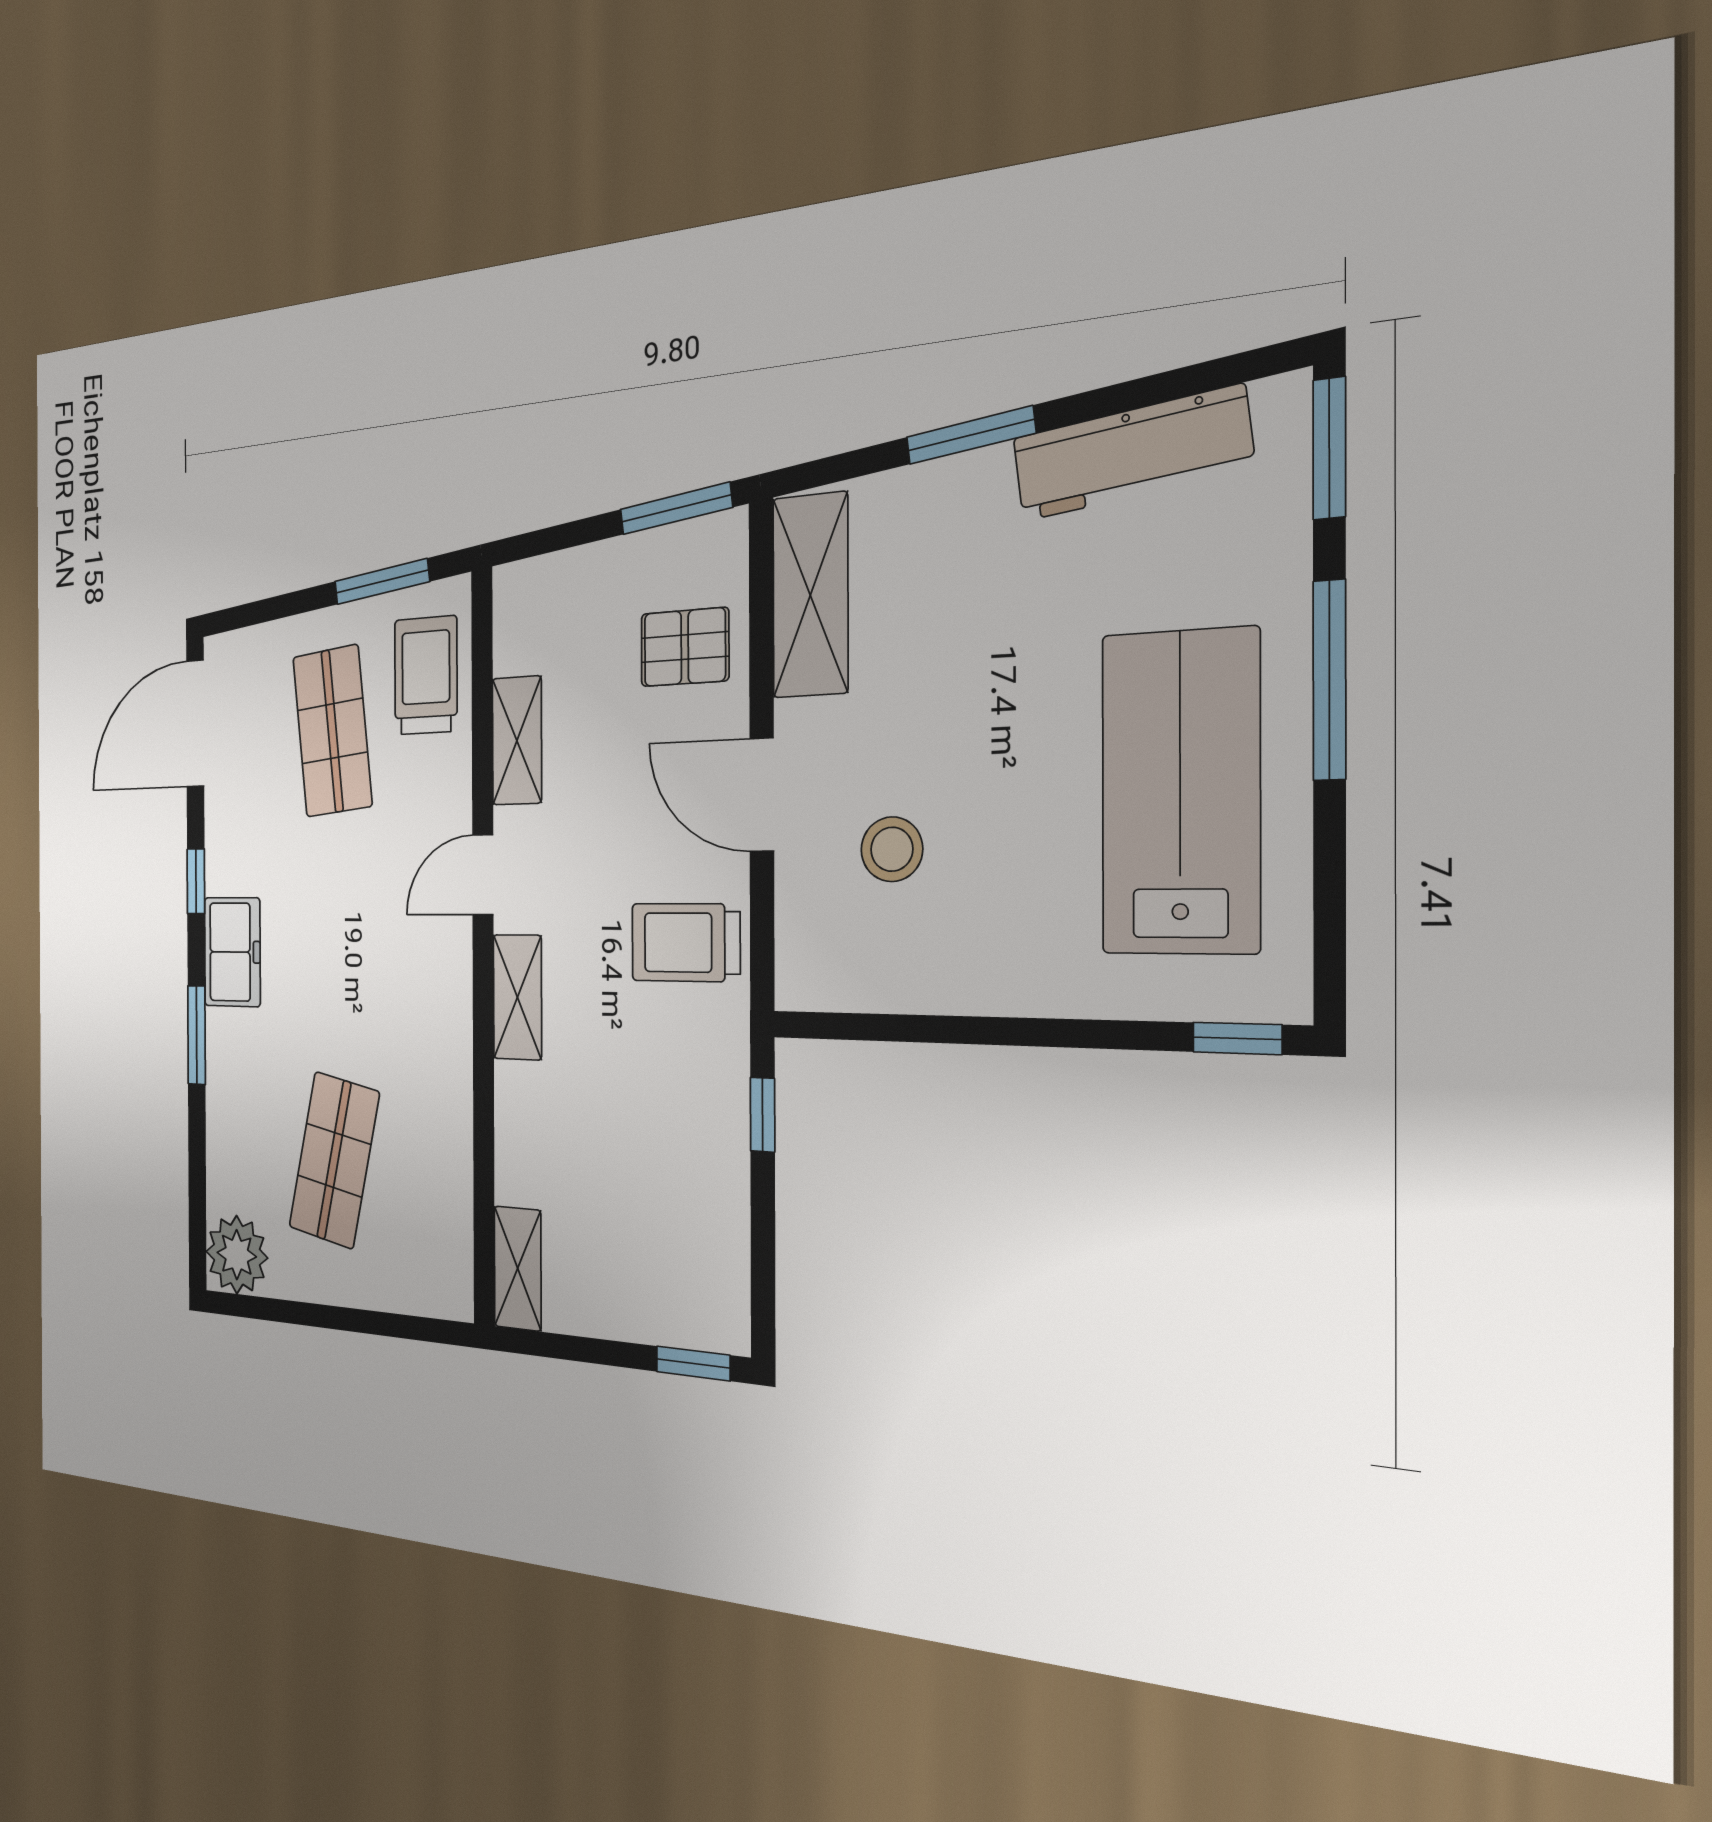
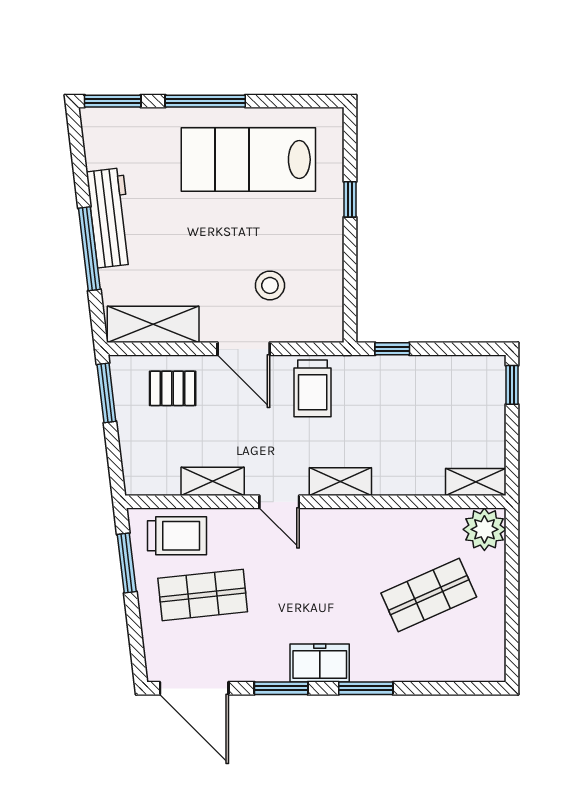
window: (971, 435) -> (89, 249), width x1.44
workbench: (1131, 454) -> (110, 218), moved
pallet: (685, 647) -> (173, 388), turned 90
trolley: (426, 675) -> (177, 536), turned 180
door: (762, 795) -> (244, 349), hinge flipped
window: (196, 881) -> (281, 688), width x1.50
window: (1237, 1038) -> (350, 199), moved
shop shelf: (334, 1160) -> (429, 595), turned -36
plant: (237, 1255) -> (484, 529), moved

